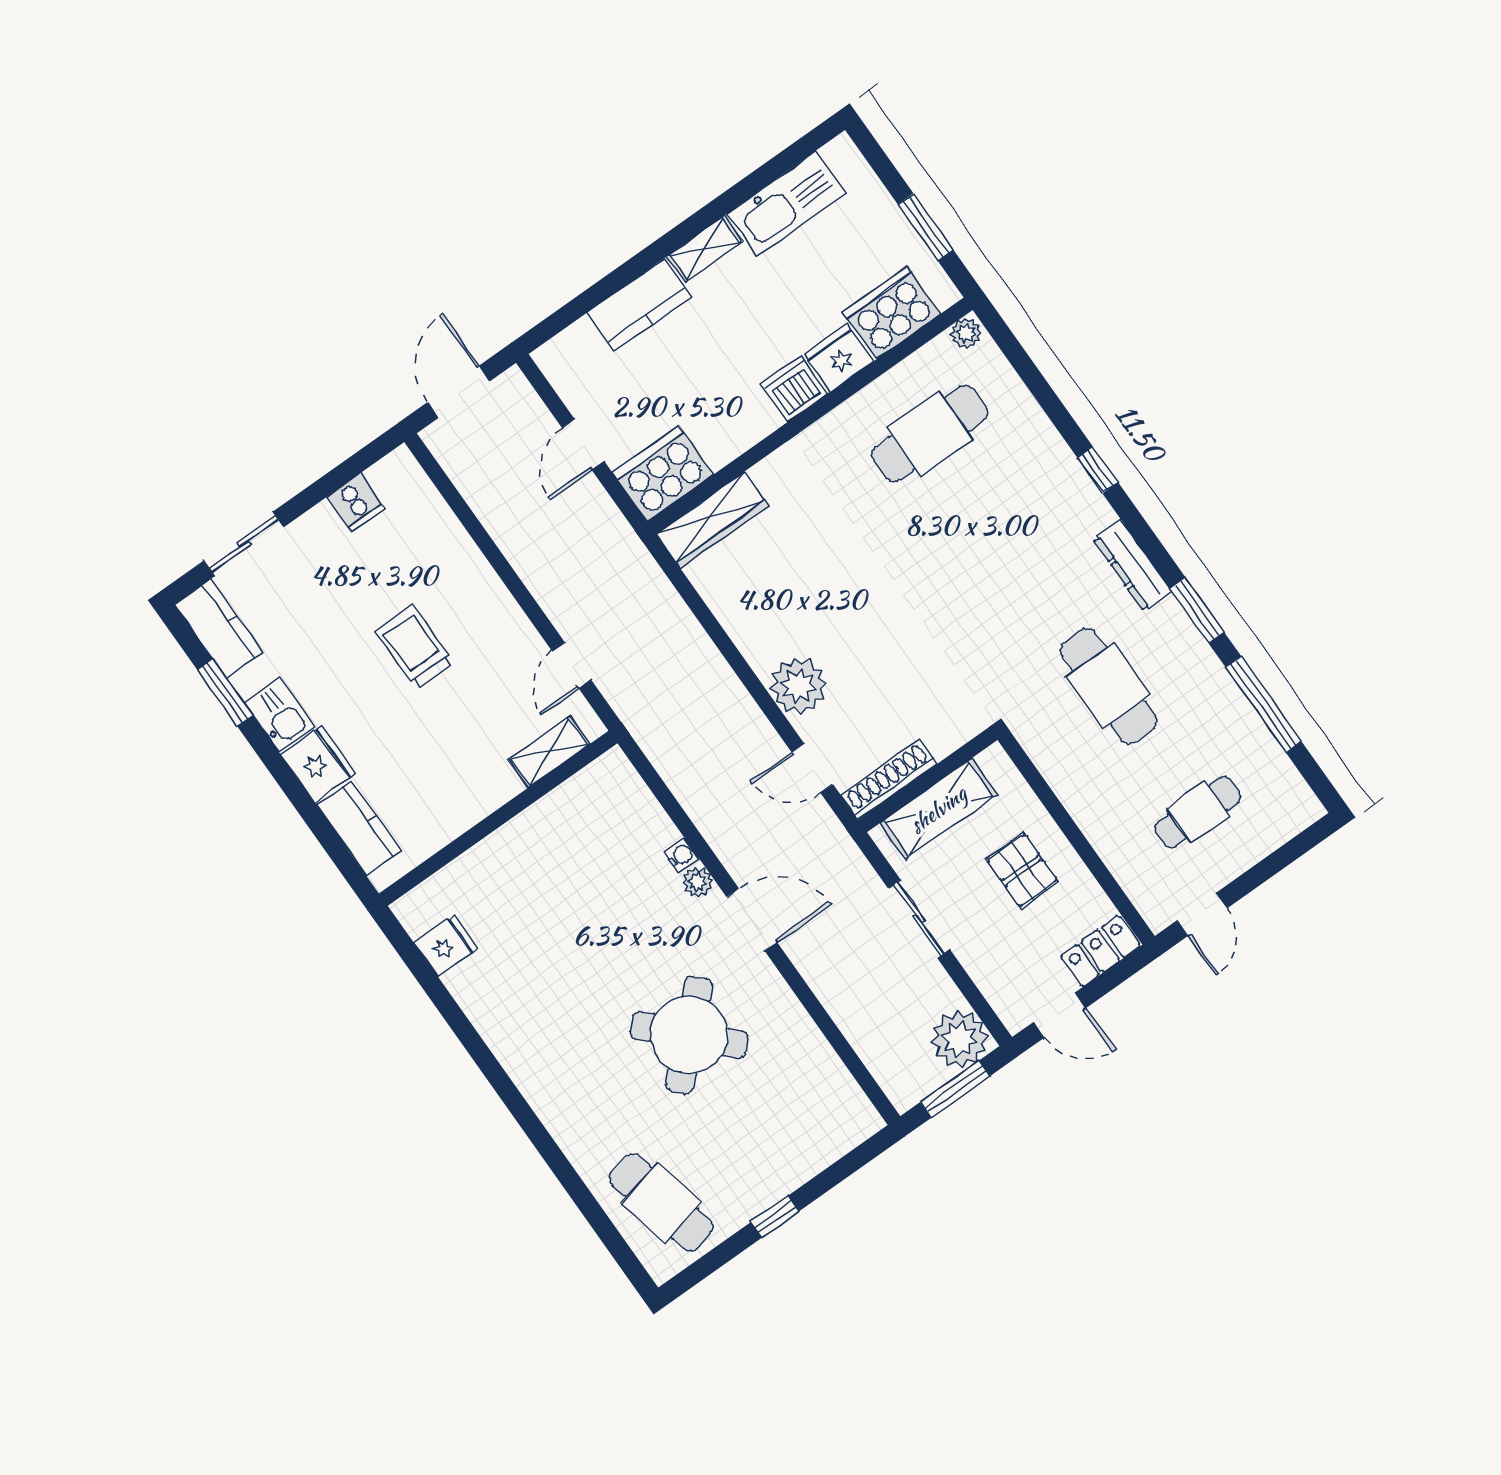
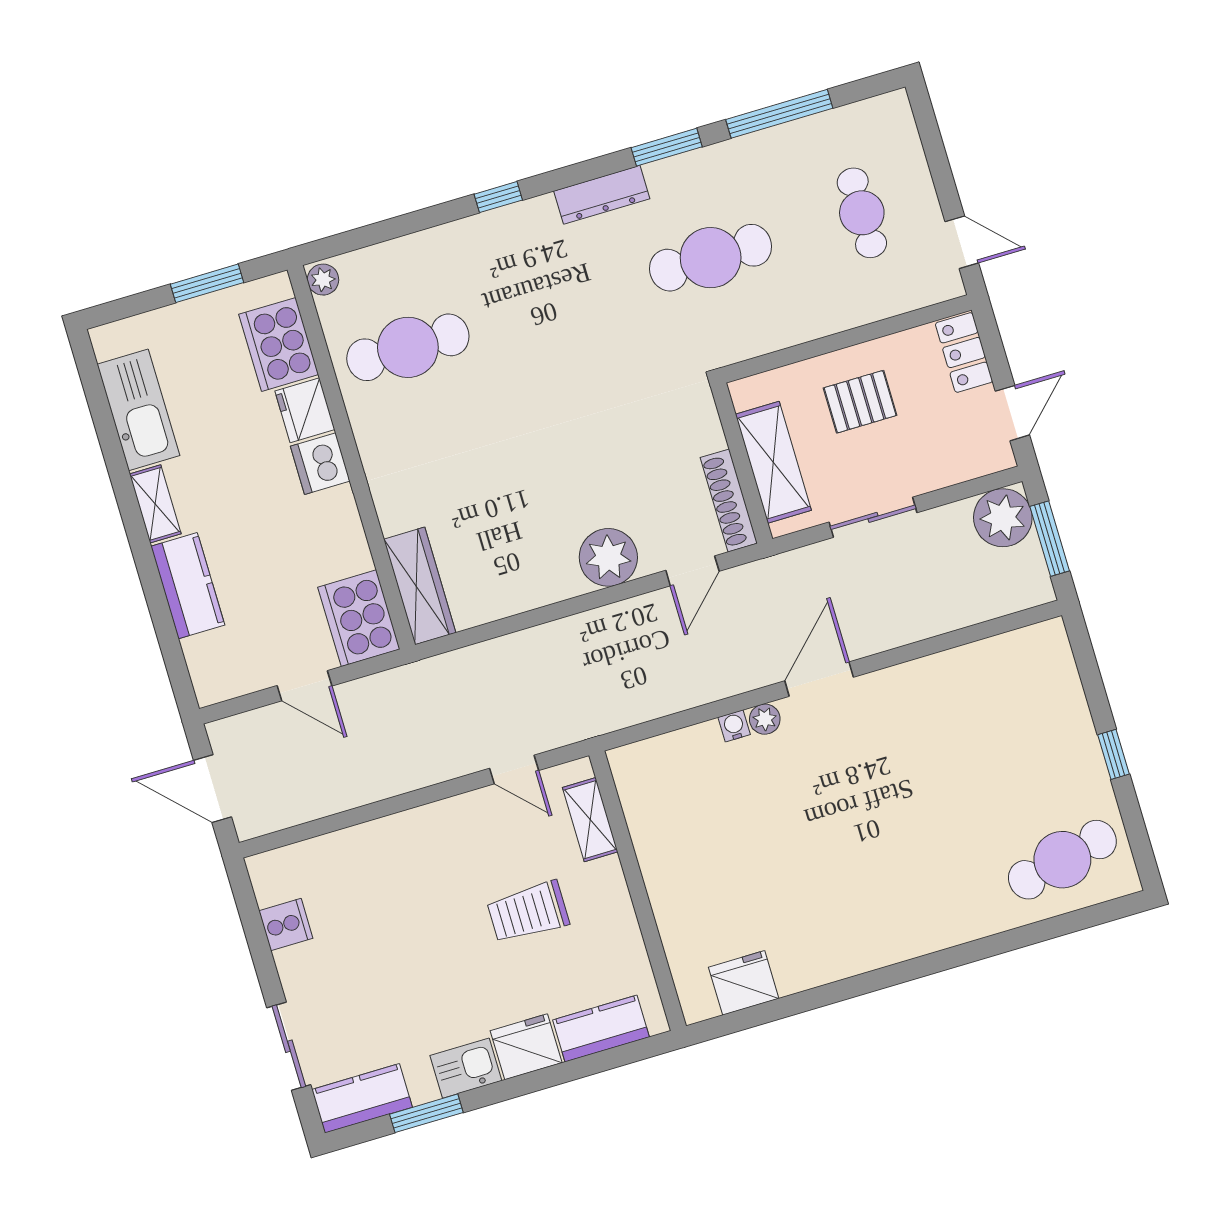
cafe table: (930, 434) -> (408, 347), turned 90
trolley: (415, 647) -> (528, 912), moved
fridge: (446, 946) -> (744, 983), width x1.38
round table: (689, 1035) -> (910, 778), removed

